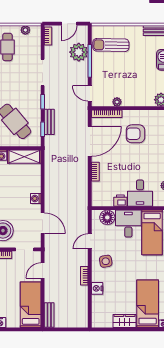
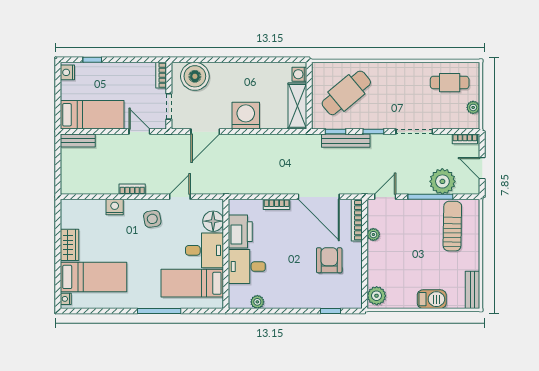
bench: (49, 122) -> (346, 141), width x1.36
washing machine: (36, 198) -> (246, 116), width x1.89, depth x1.89
printer: (120, 201) -> (240, 232), width x1.87, depth x1.48
door: (90, 241) -> (180, 197), hinge flipped

